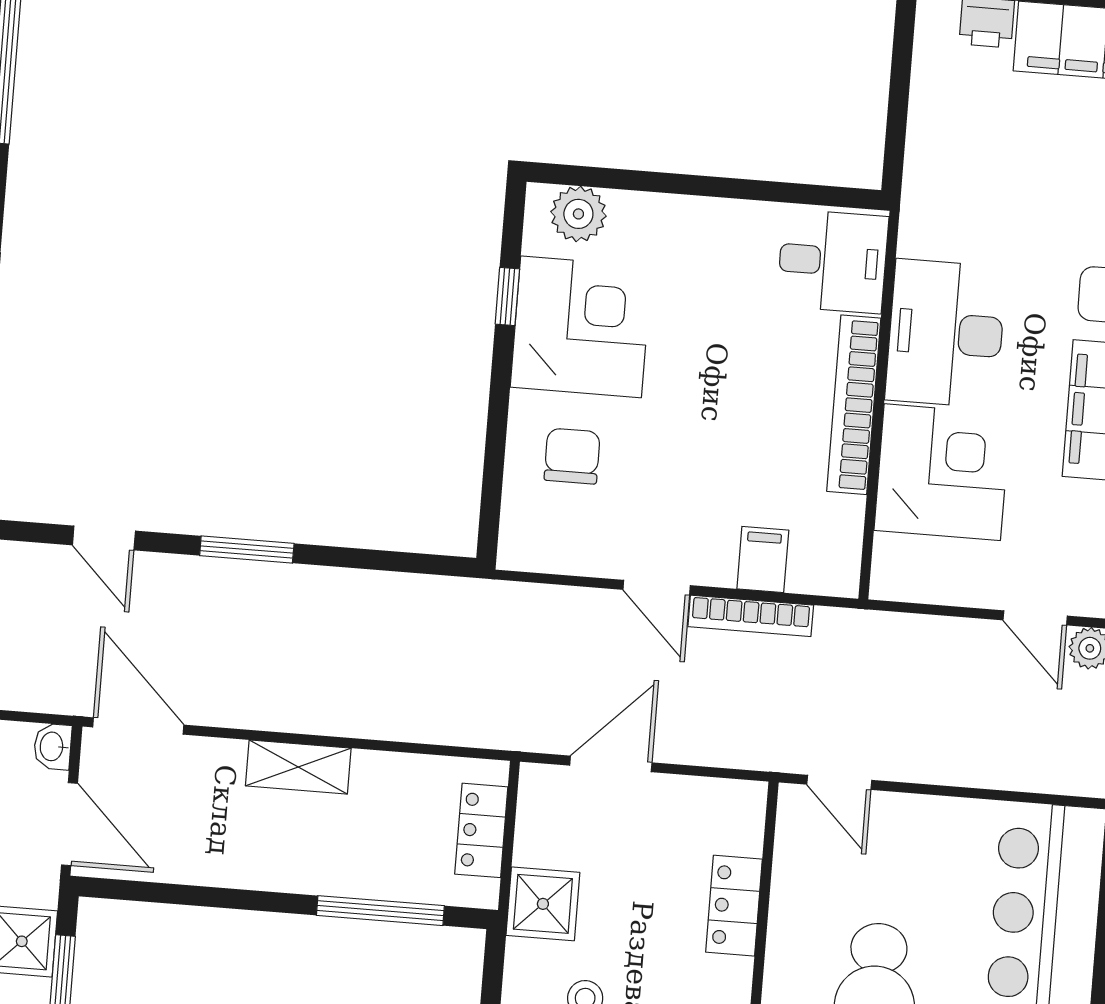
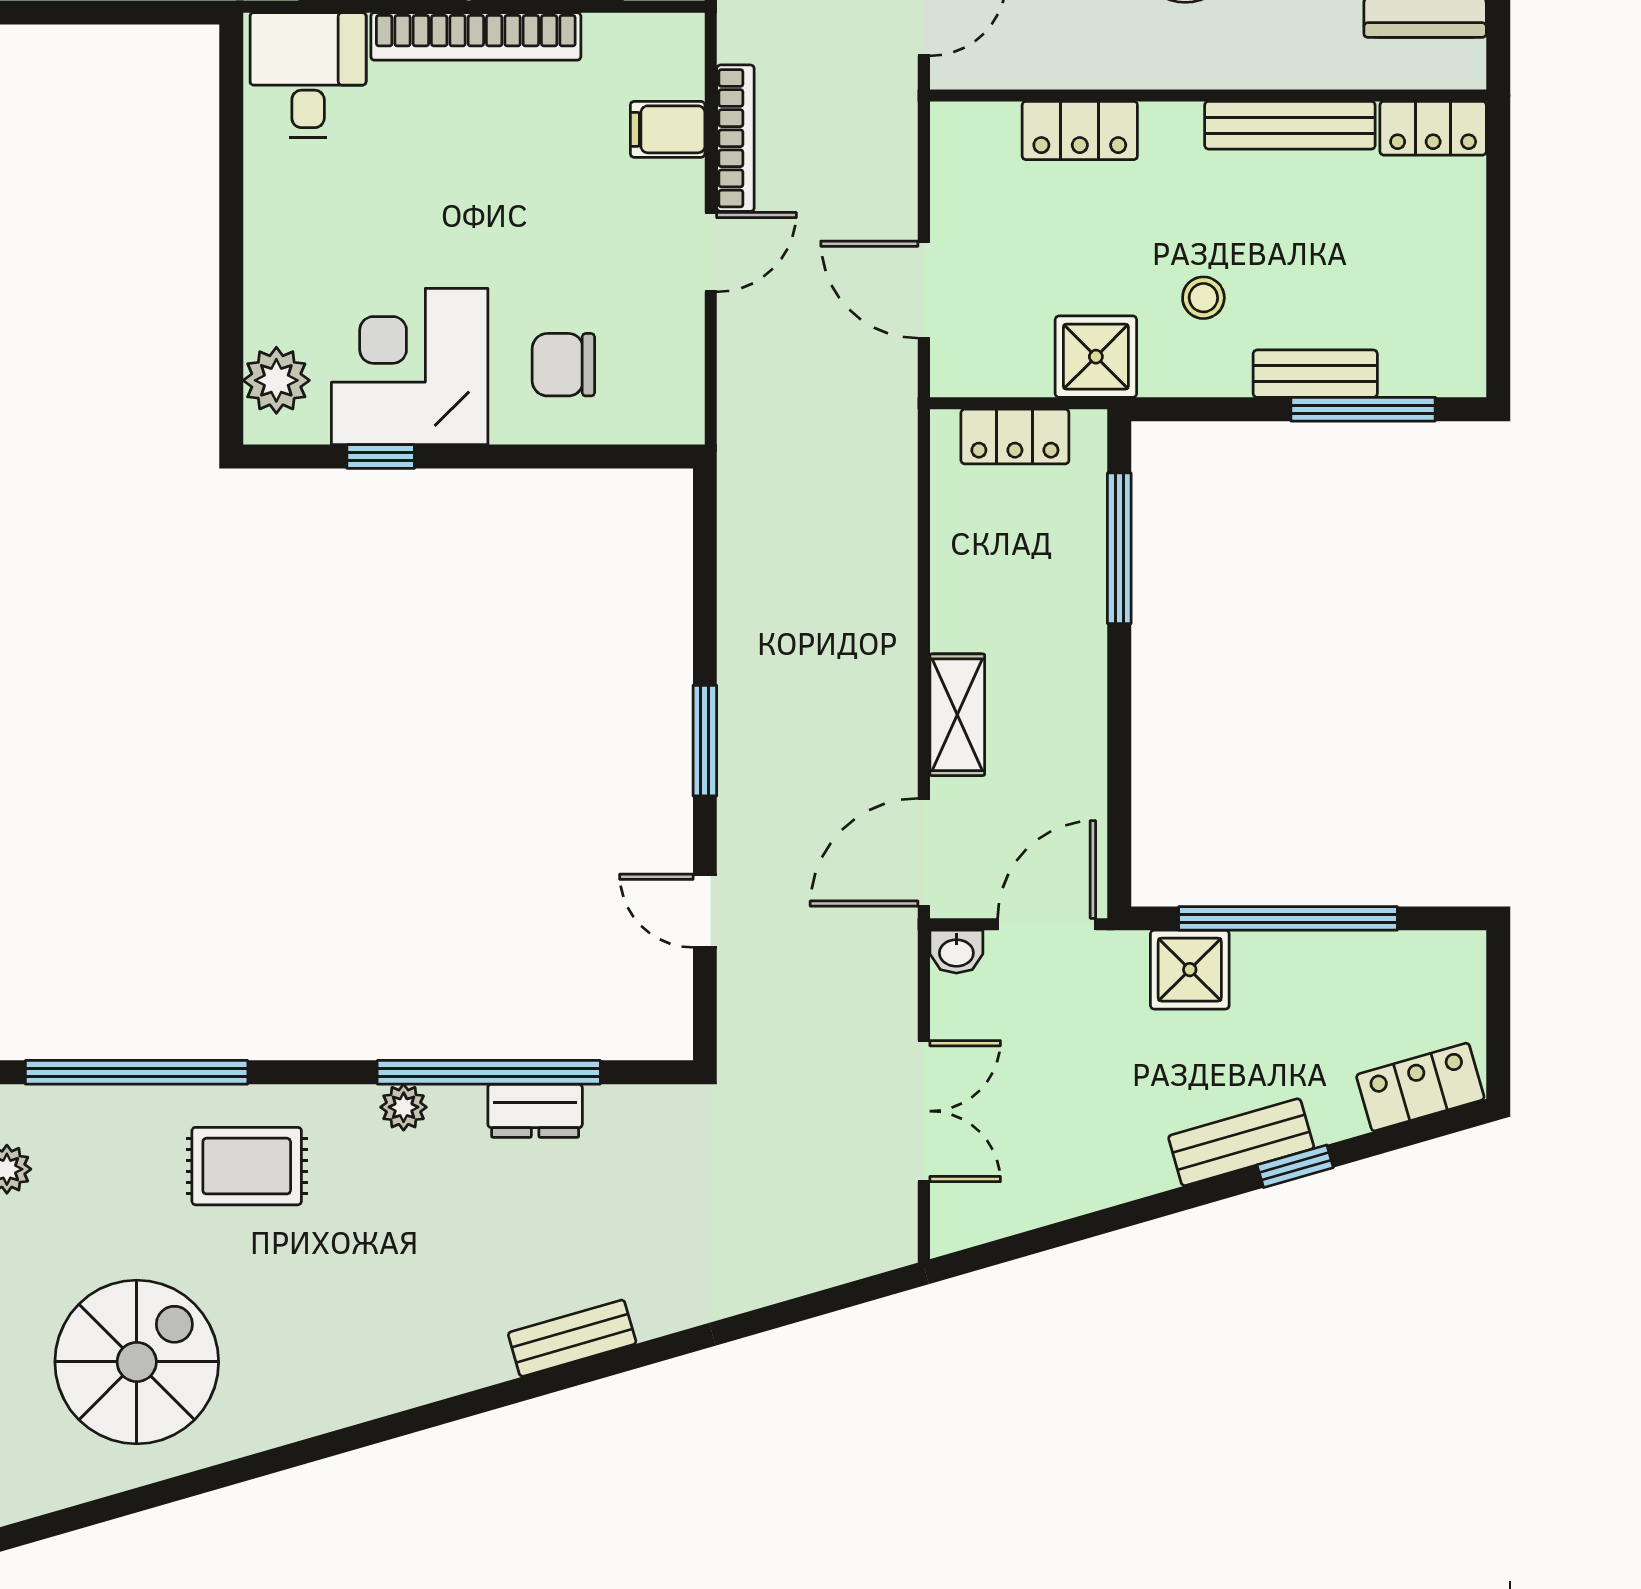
door: (104, 538) -> (705, 911), swing flipped
shelving: (298, 767) -> (957, 715), moved

